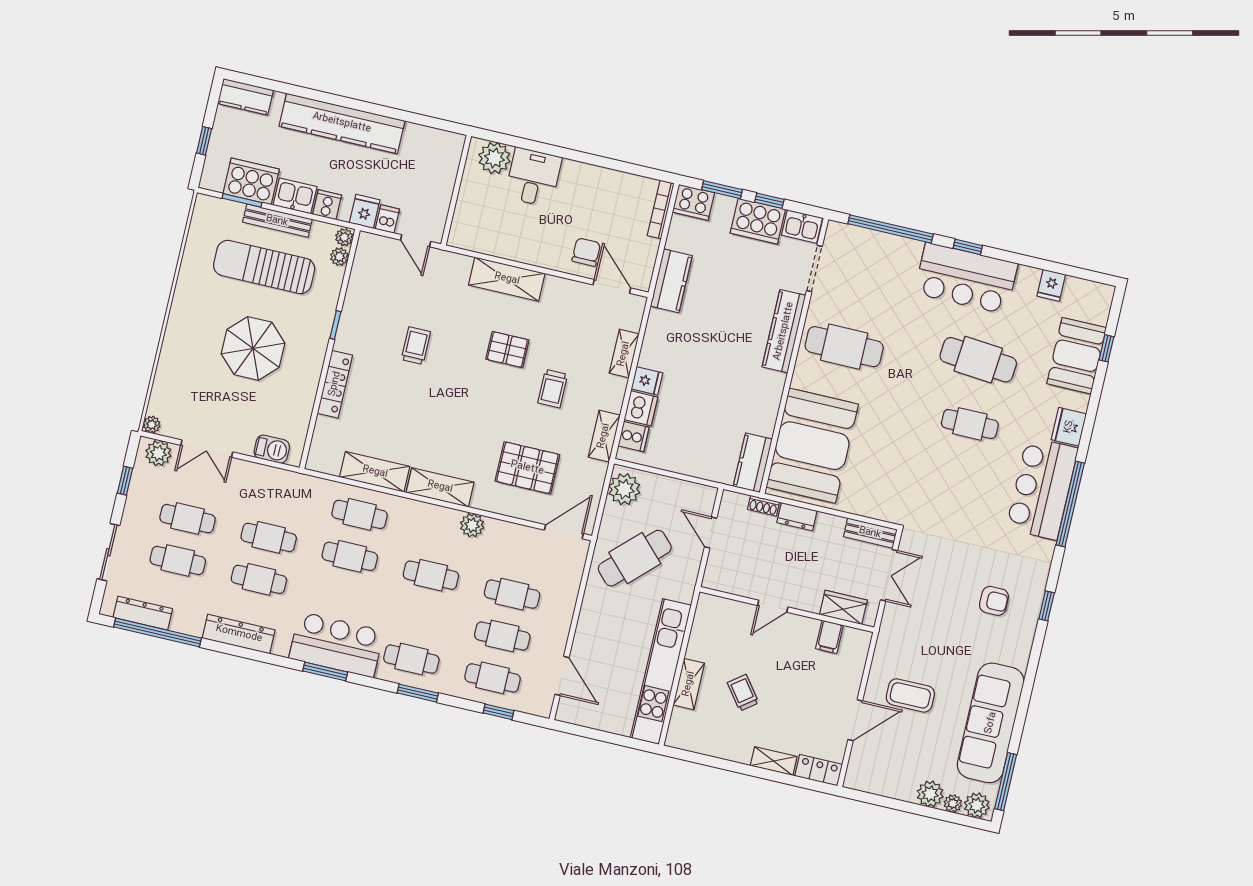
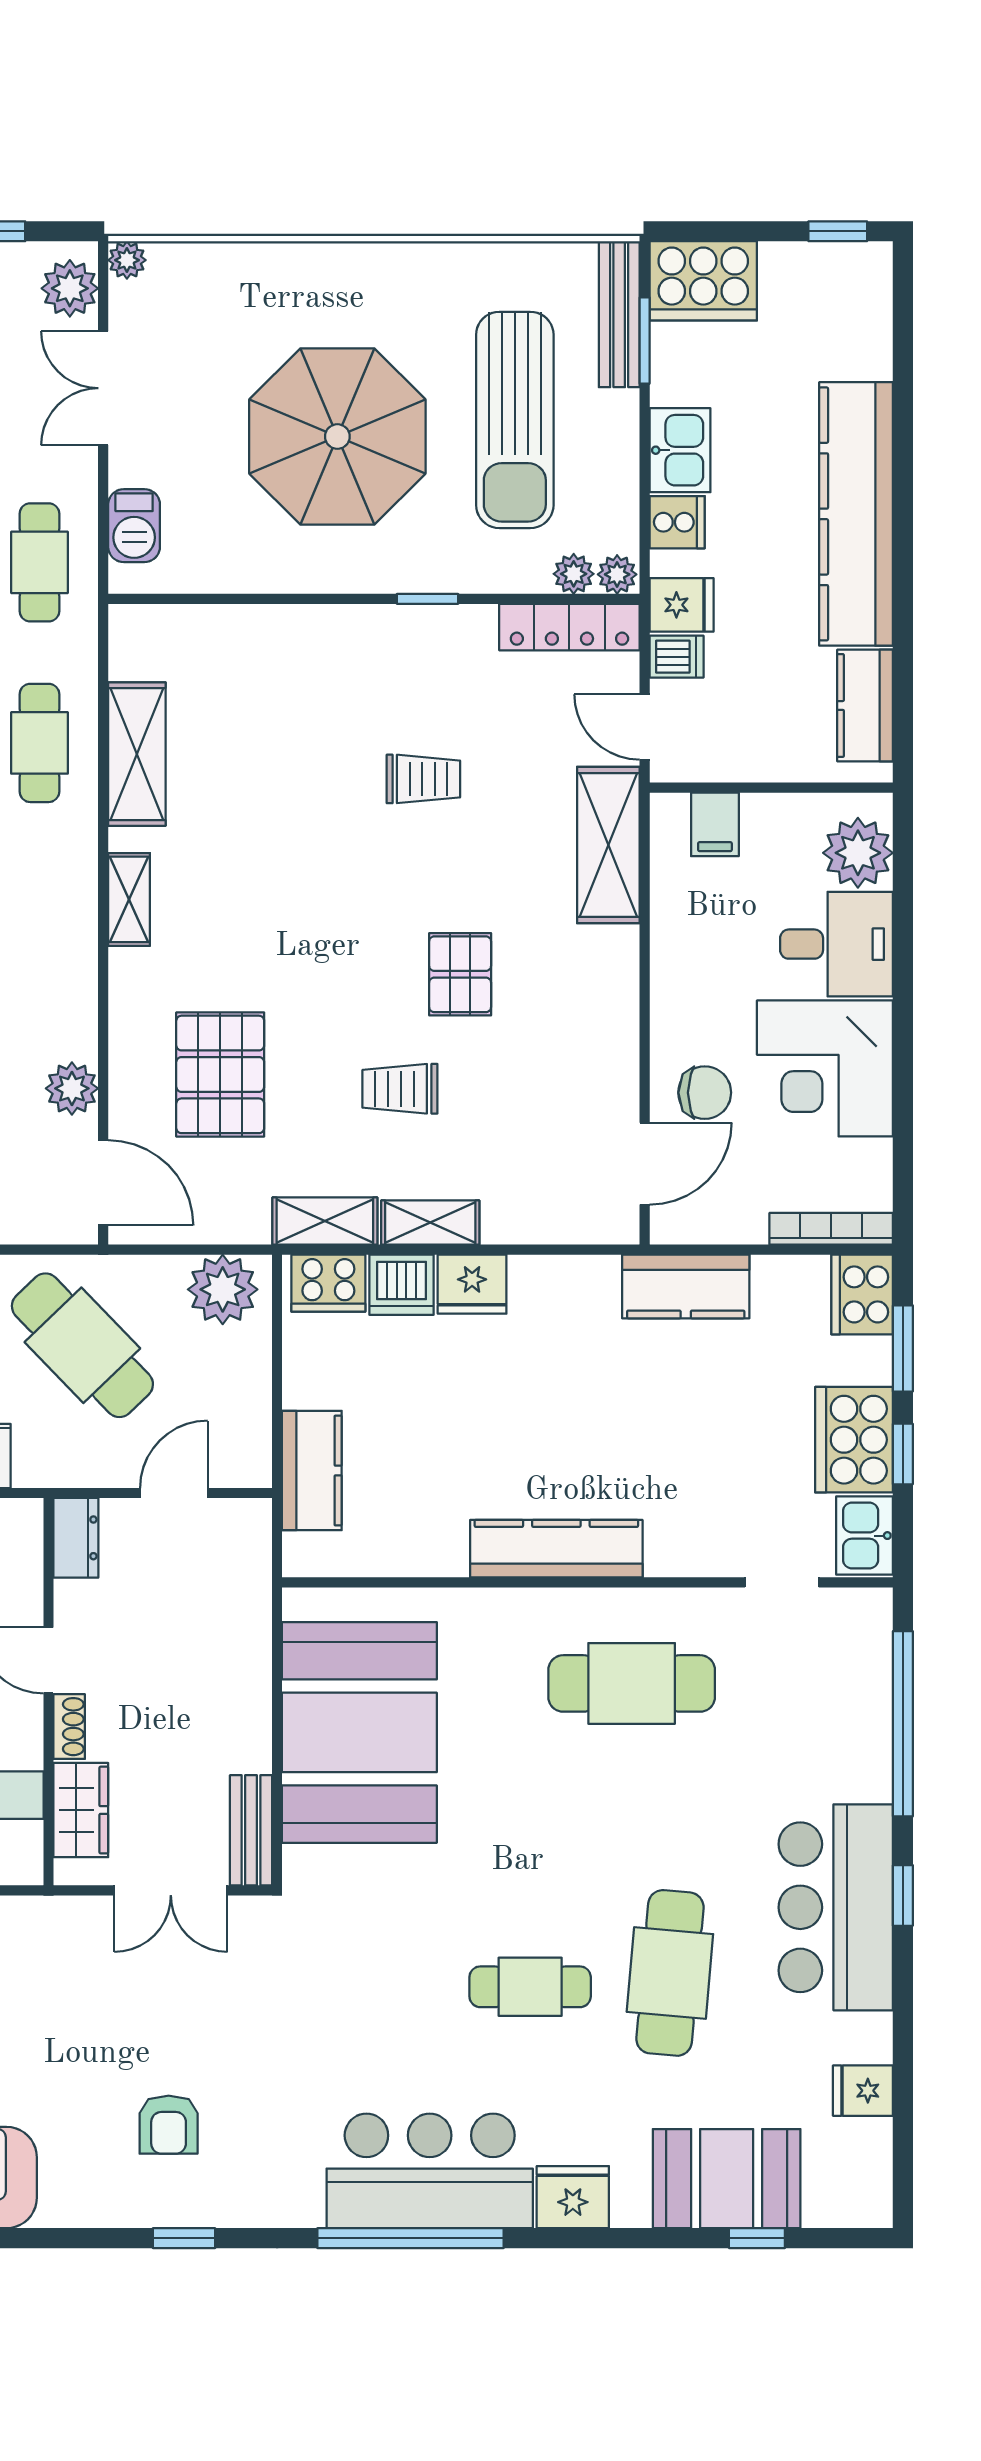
kitchen counter: (246, 97) -> (865, 705), moved
window: (204, 141) -> (838, 231), moved
cooker: (251, 181) -> (703, 281), moved, turned 90
corner desk: (588, 195) -> (825, 1068), added
filing cabinet: (467, 219) -> (715, 824), added
bench: (277, 221) -> (619, 314), moved
door: (416, 241) -> (645, 727), hinge flipped
sun lounger: (264, 267) -> (515, 420), turned 180
doorway: (814, 269) -> (782, 1582), width x0.73
shelving: (507, 279) -> (608, 845), moved
kitchen counter: (784, 331) -> (556, 1549), moved
cafe table: (844, 347) -> (632, 1683), turned 90
parasol: (253, 348) -> (337, 437), width x1.36, depth x1.36
shelving: (624, 354) -> (430, 1223), moved
fridge: (647, 381) -> (472, 1284), width x1.38
locker: (335, 384) -> (569, 627), moved
cafe table: (970, 424) -> (530, 1987), turned 90
cooker: (634, 437) -> (328, 1283), width x1.36
booth: (812, 446) -> (359, 1732), moved, turned 90
kitchen counter: (753, 463) -> (312, 1471), moved, turned 90
shelving: (440, 487) -> (129, 899), width x0.67, depth x0.75
cafe table: (278, 496) -> (39, 562), added
shoe rack: (763, 506) -> (69, 1727), moved, turned 180
dresser: (797, 517) -> (76, 1538), moved, turned 180
plant: (472, 525) -> (72, 1088), moved

